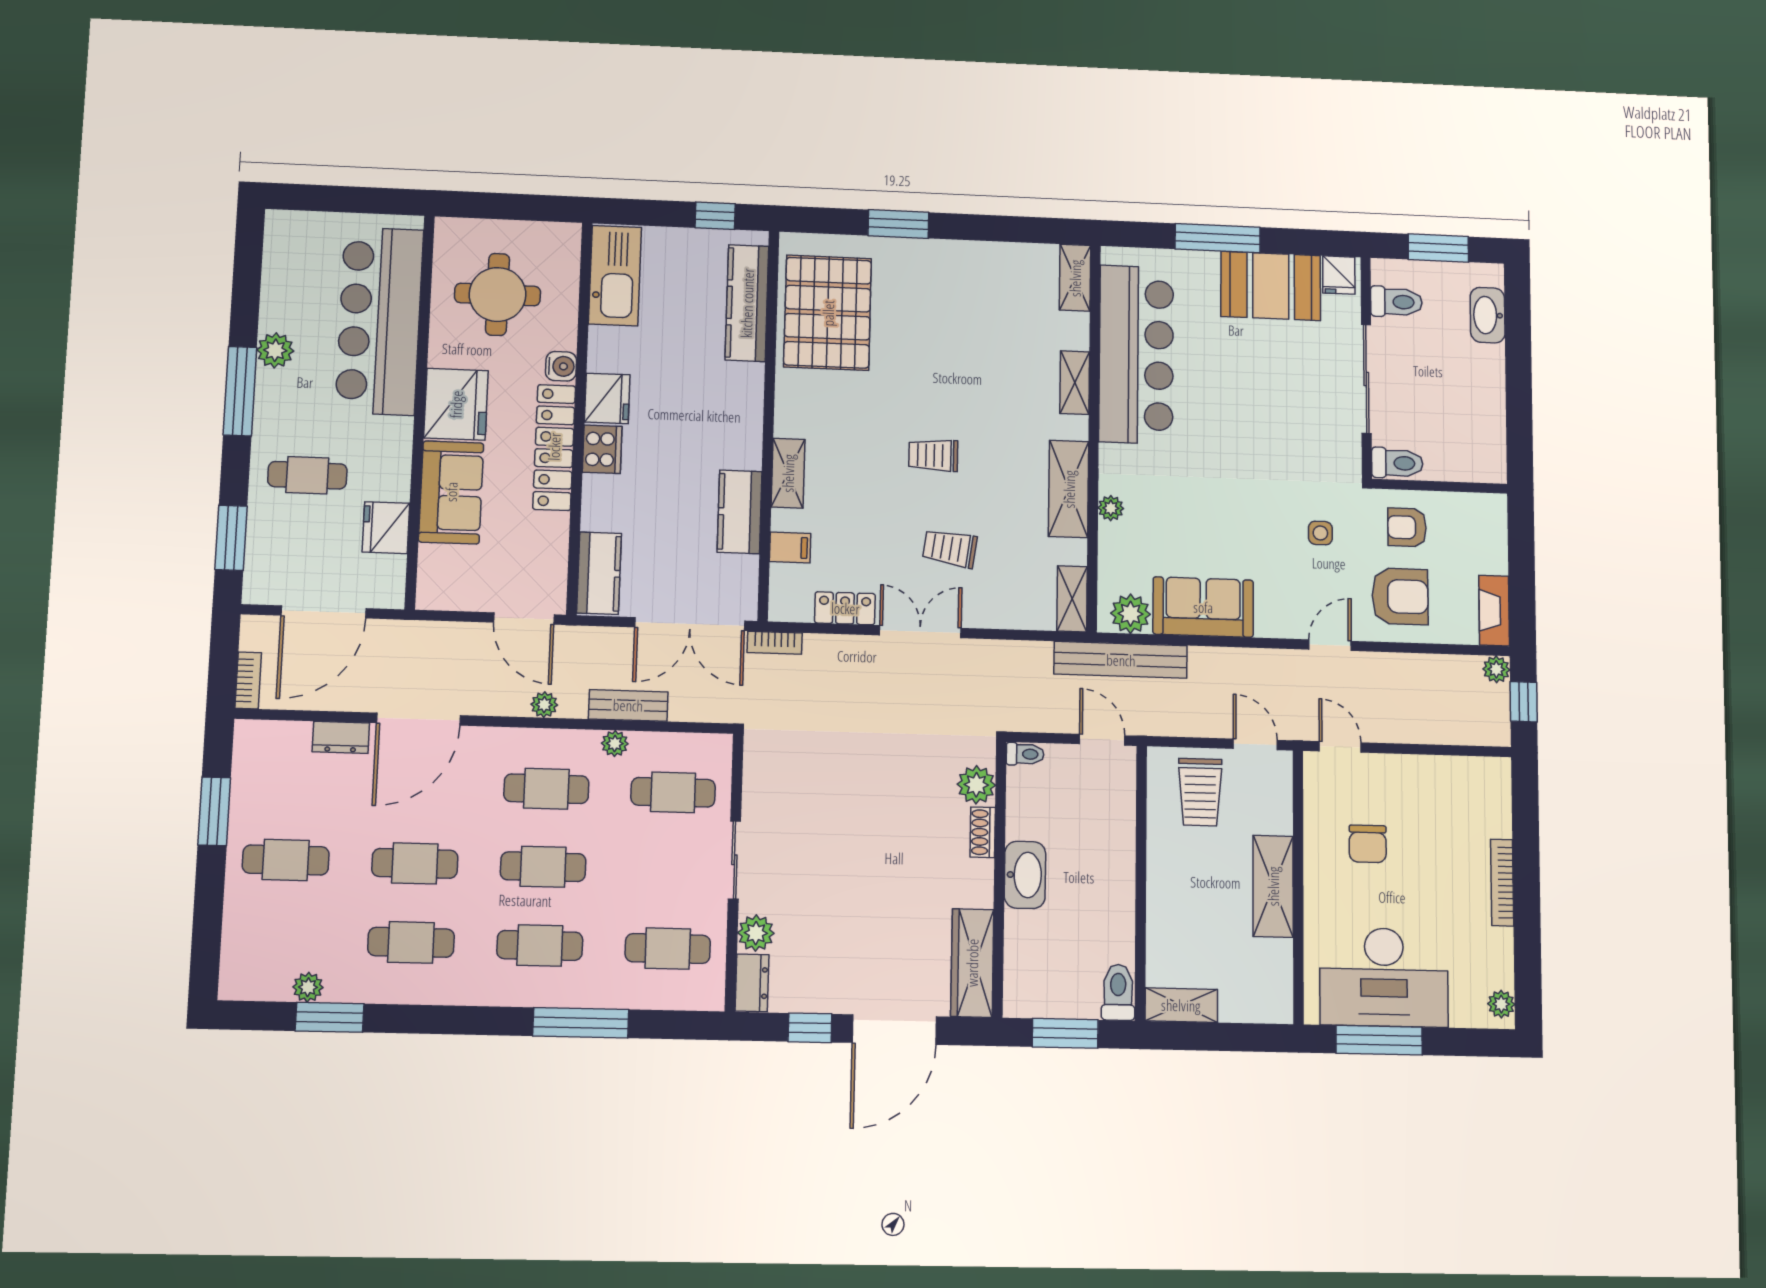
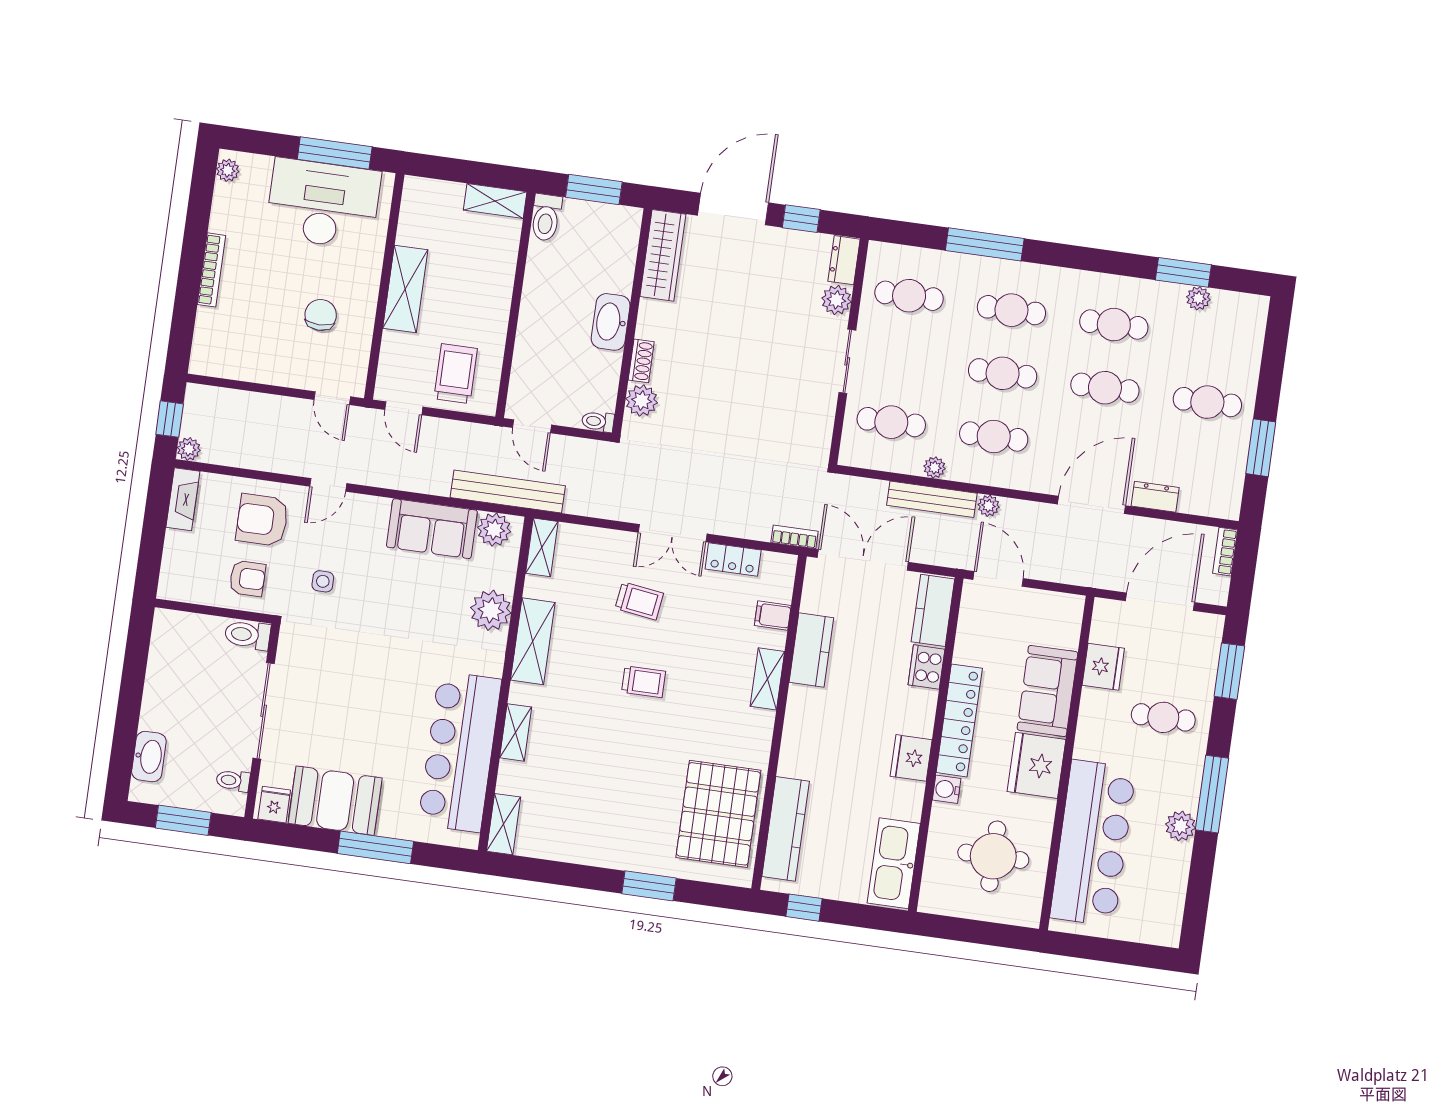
toilet: (1396, 302) -> (233, 781), width x0.73, depth x0.72
cooker: (602, 449) -> (926, 667), moved
plant: (1111, 508) -> (491, 610), width x1.88, depth x1.88
bench: (628, 705) -> (932, 499), width x1.36

